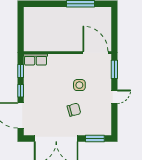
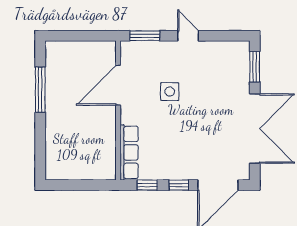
door: (95, 53) -> (118, 85), moved
row of seats: (35, 60) -> (129, 152), width x1.48
chair: (74, 110) -> (209, 100), removed

